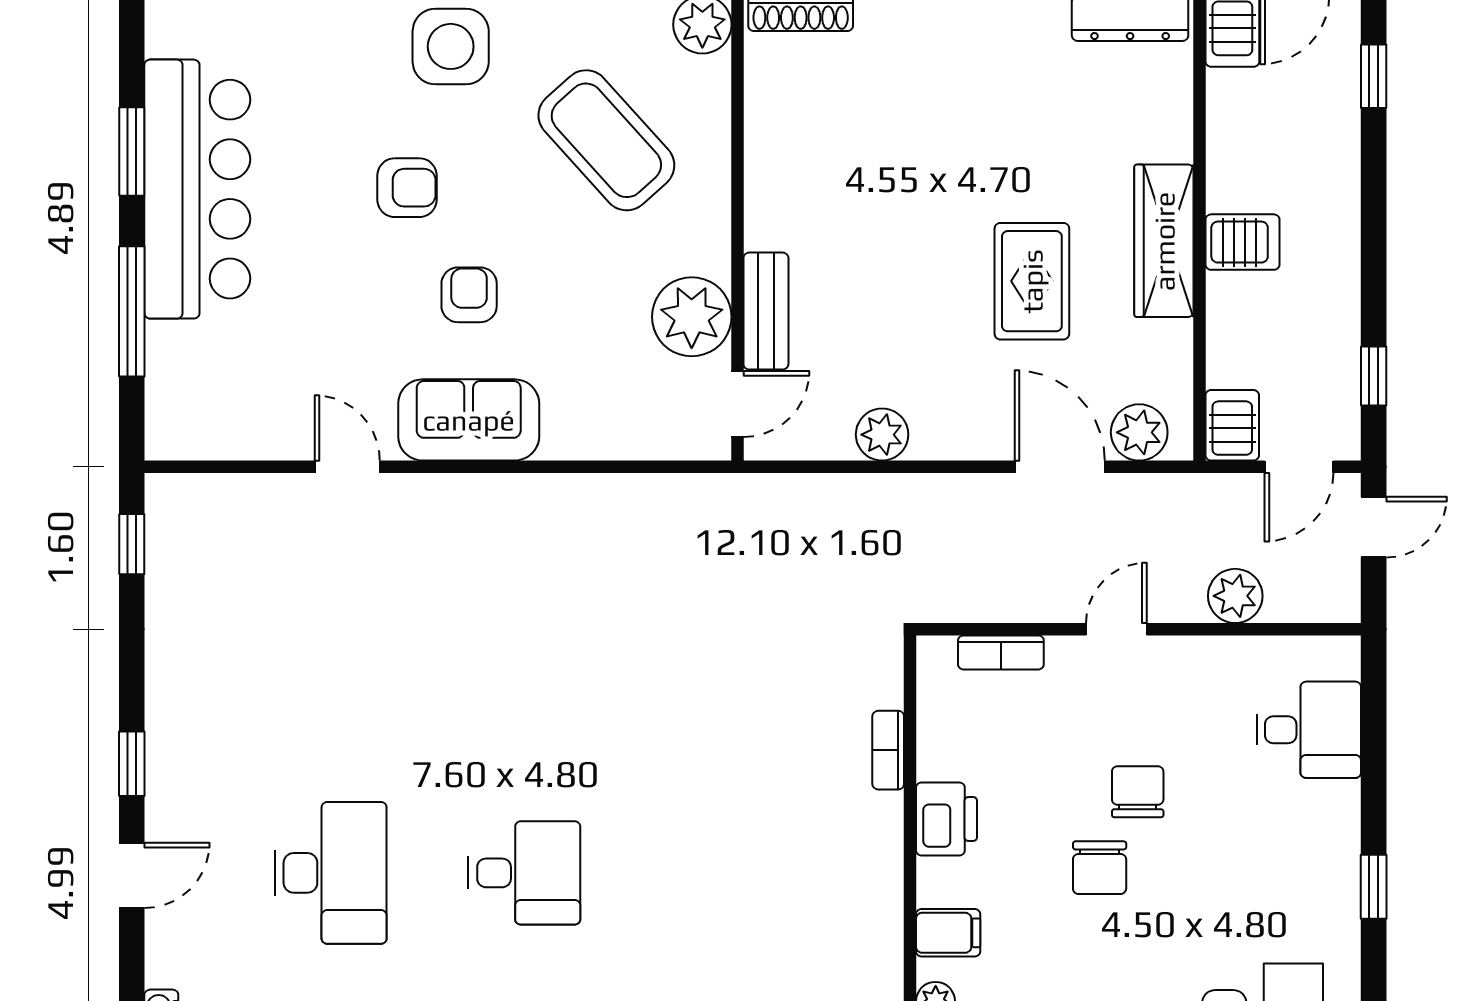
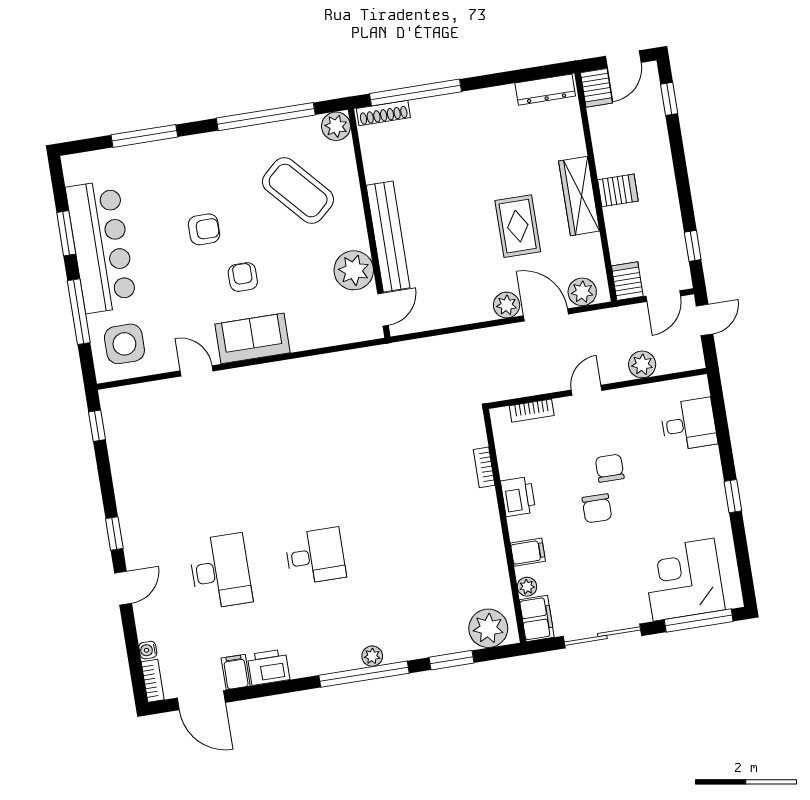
side table: (451, 46) -> (124, 344), moved
bench: (766, 311) -> (388, 237), width x1.86, depth x1.21
plant: (882, 435) -> (507, 305), moved

